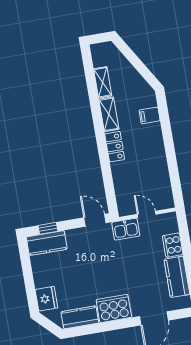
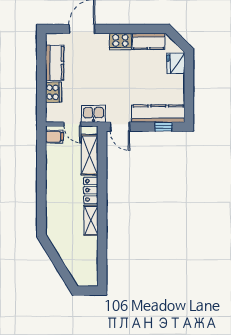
shelving: (103, 82) -> (90, 155), moved, width x1.50, depth x1.33
filing cabinet: (150, 115) -> (54, 137), moved
kitchen counter: (47, 243) -> (158, 114), width x1.50
cooker: (114, 308) -> (120, 42), width x0.73, depth x0.76

